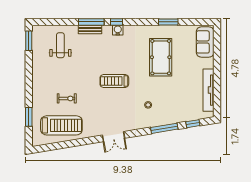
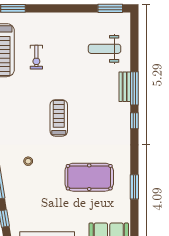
water cooler: (118, 30) -> (124, 122), removed
weight bench: (60, 45) -> (105, 49), turned 180

